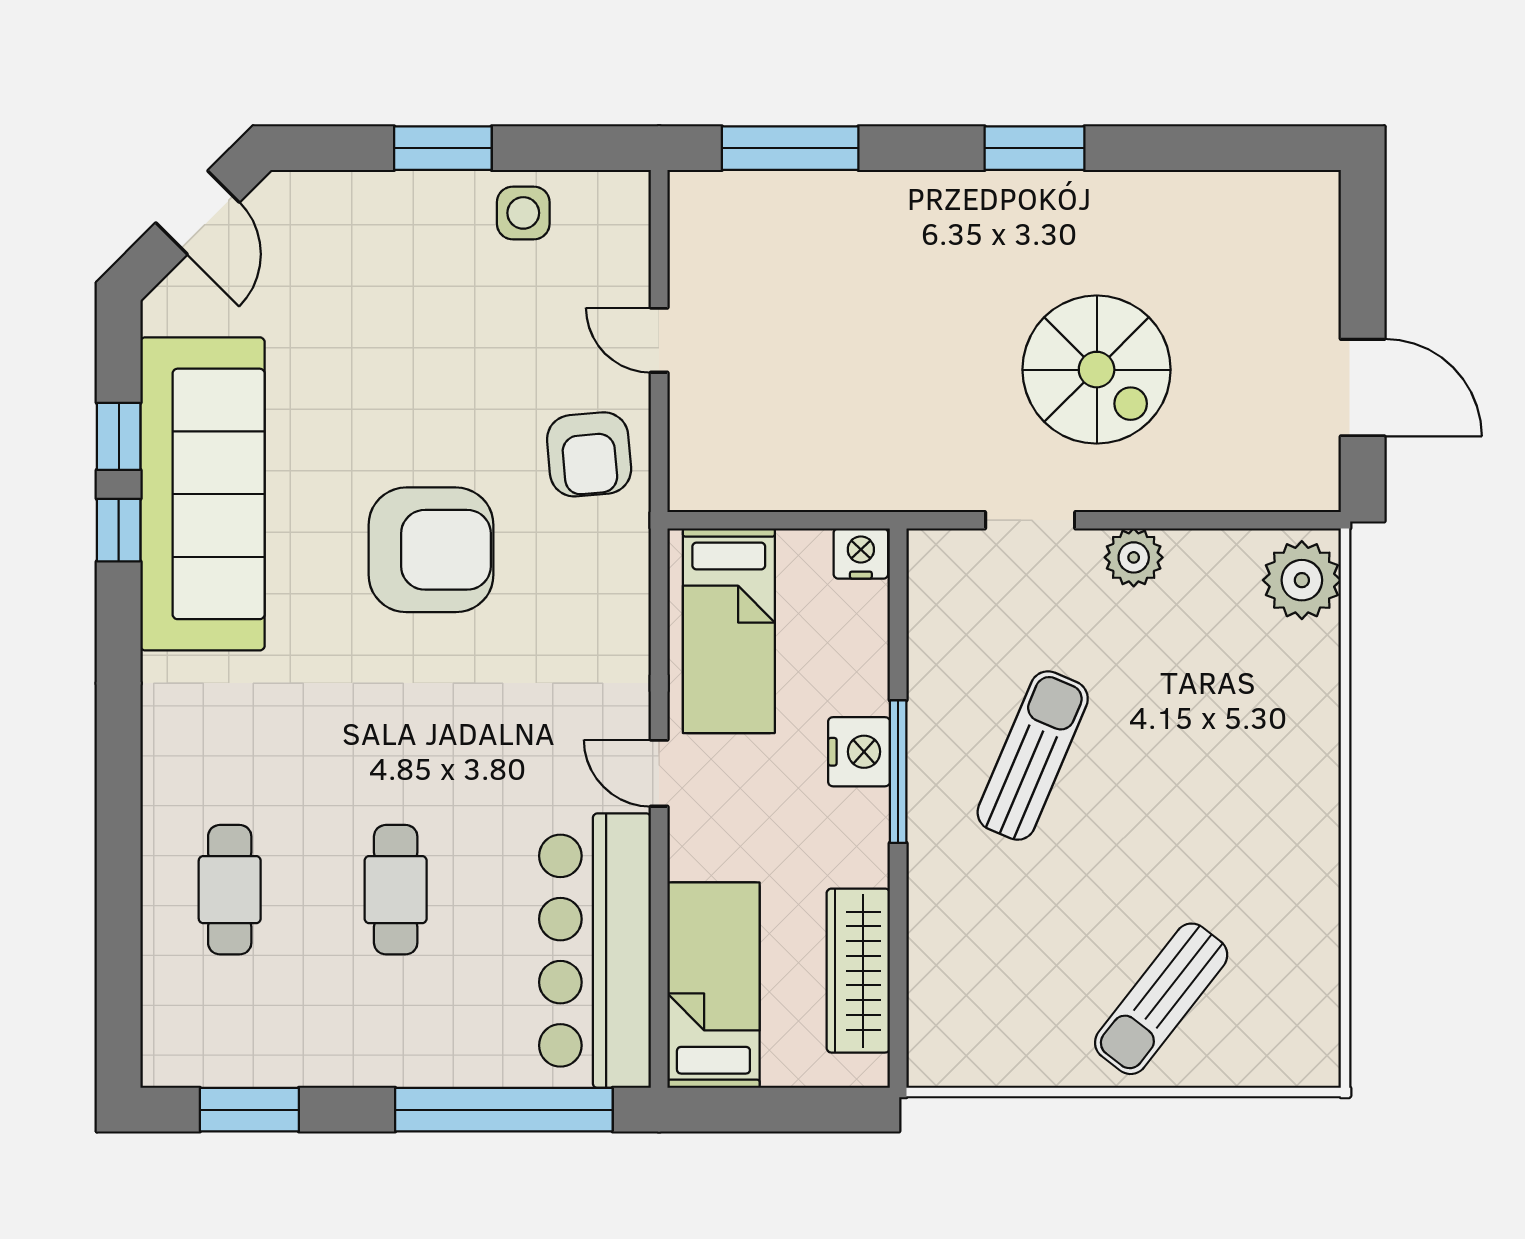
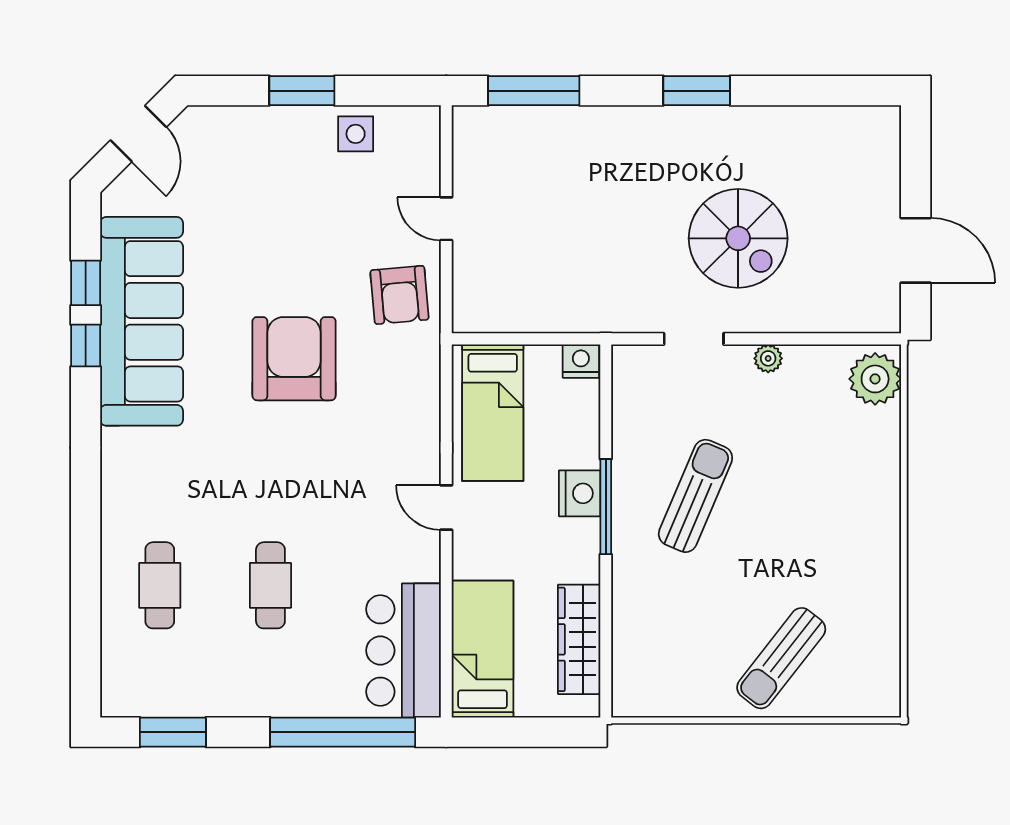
armchair: (431, 550) -> (294, 359), turned -90
plant: (1134, 557) -> (768, 358), width x0.73, depth x0.73
bar counter: (595, 951) -> (403, 650), width x0.73

